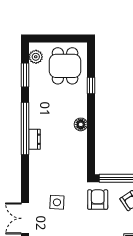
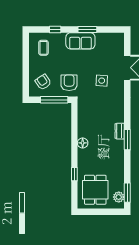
window: (25, 75) -> (127, 193), moved
window: (25, 129) -> (127, 140), width x0.47
armchair: (98, 200) -> (69, 83), turned 180

